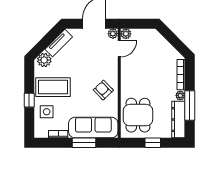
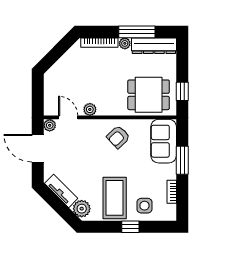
plant: (126, 34) -> (90, 109), moved
sofa: (93, 128) -> (164, 141), width x0.73
window: (153, 143) -> (182, 91), moved

